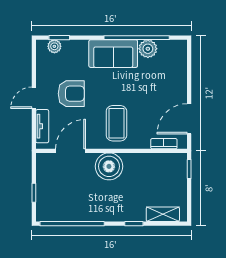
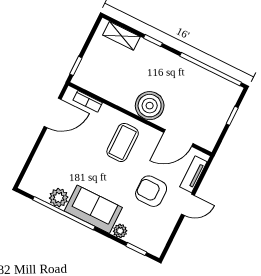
plant: (54, 46) -> (120, 231), moved

